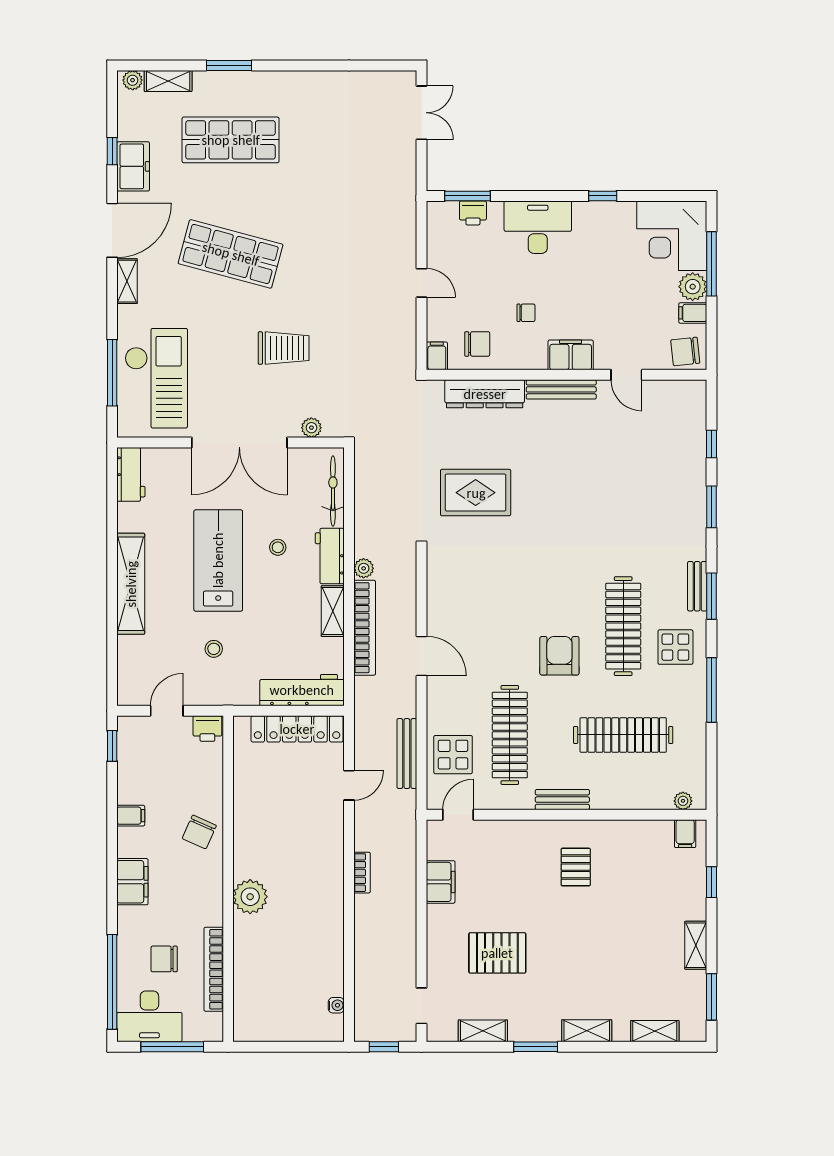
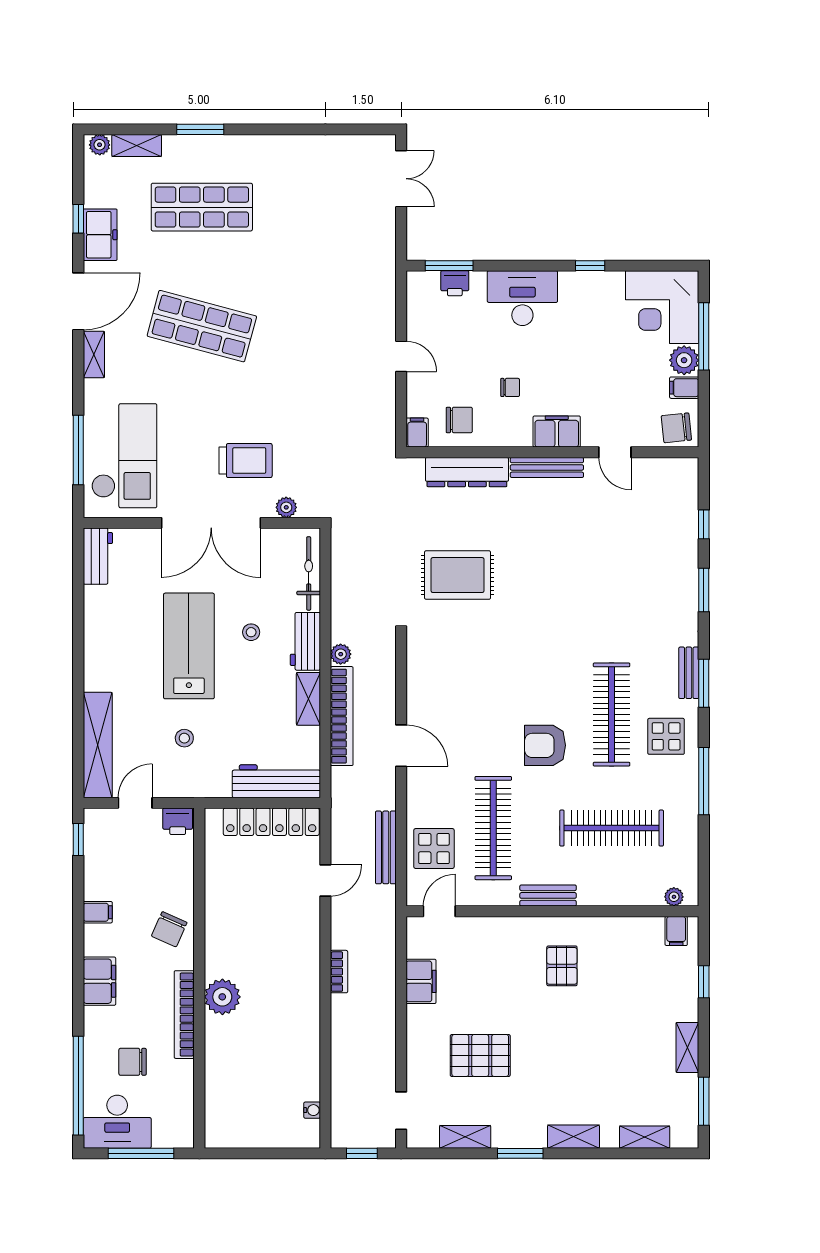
trolley: (284, 348) -> (246, 461), moved
shelving: (131, 584) -> (98, 745), moved
armchair: (559, 656) -> (545, 745), turned -90
bookcase: (214, 969) -> (184, 1015), moved

